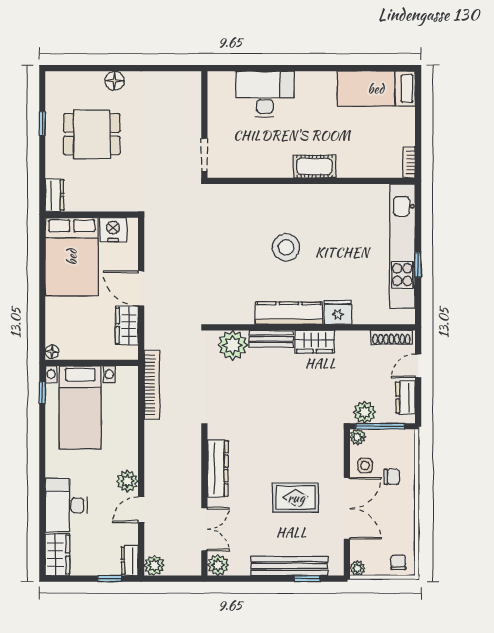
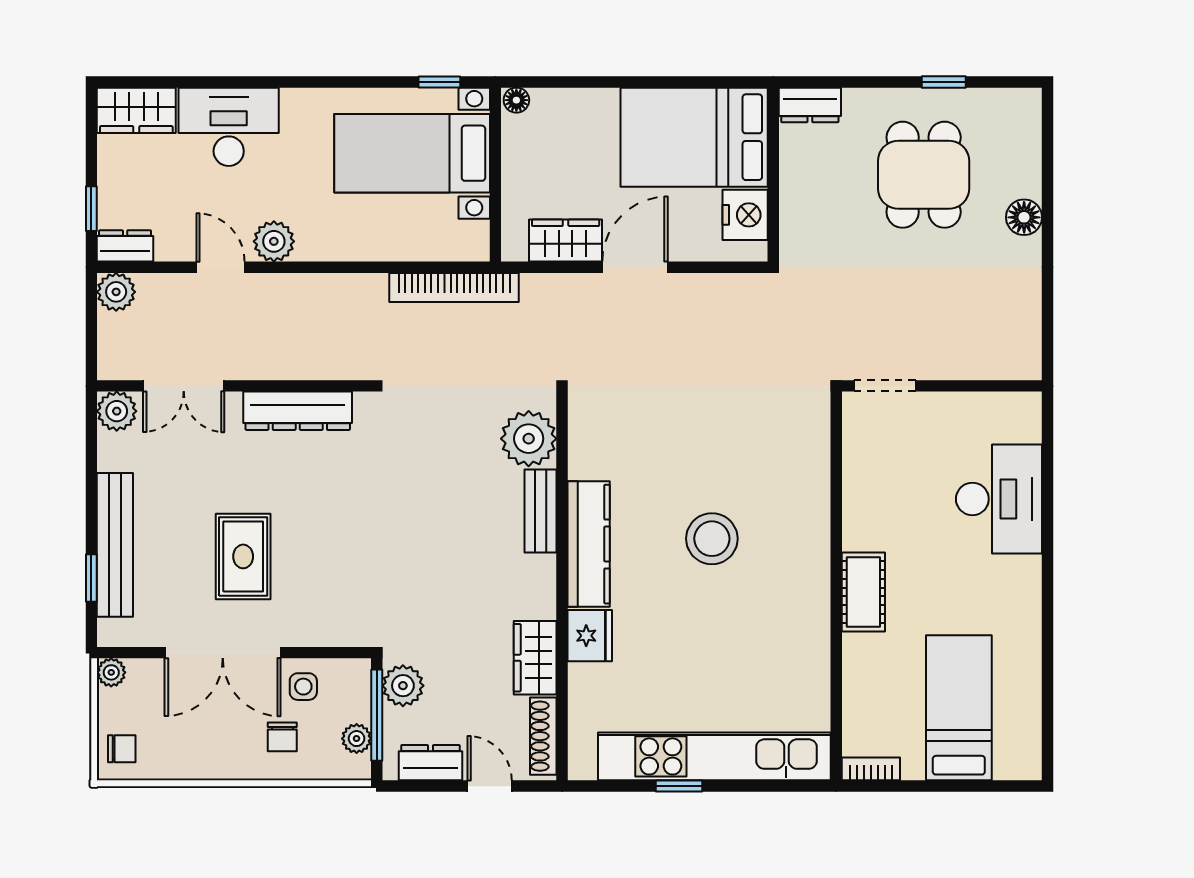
bed: (376, 89) -> (959, 708), moved
wardrobe: (315, 342) -> (535, 658), moved
plant: (358, 437) -> (357, 739), moved

